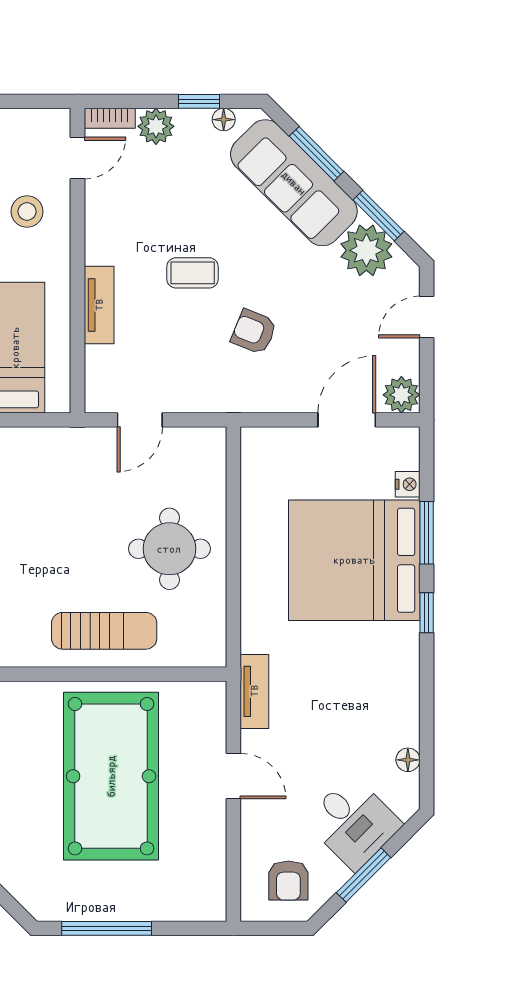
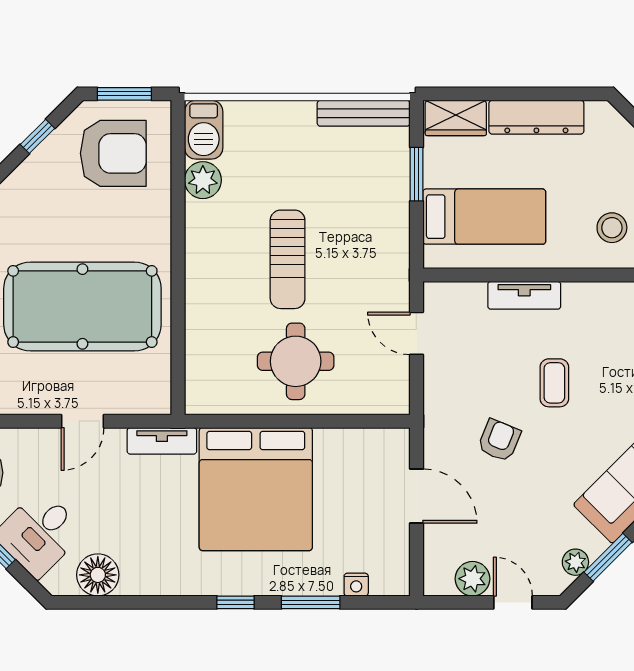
plant: (366, 250) -> (575, 562), width x0.53, depth x0.53
plant: (401, 395) -> (472, 579), moved
door: (347, 420) -> (416, 496), moved
bed: (354, 560) -> (256, 489), moved, turned 180
sun lounger: (104, 631) -> (288, 259), moved
floor lamp: (408, 760) -> (98, 575), width x1.89, depth x1.89

